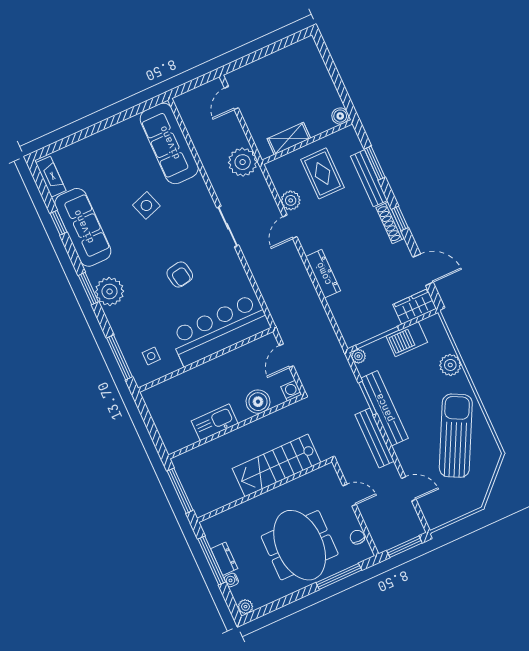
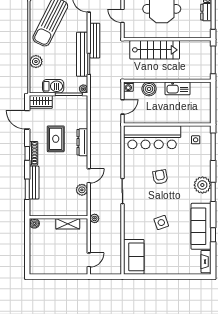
sofa: (169, 143) -> (134, 257), width x0.73
plant: (243, 162) -> (95, 218), width x0.53, depth x0.53
rug: (323, 173) -> (56, 139), moved

